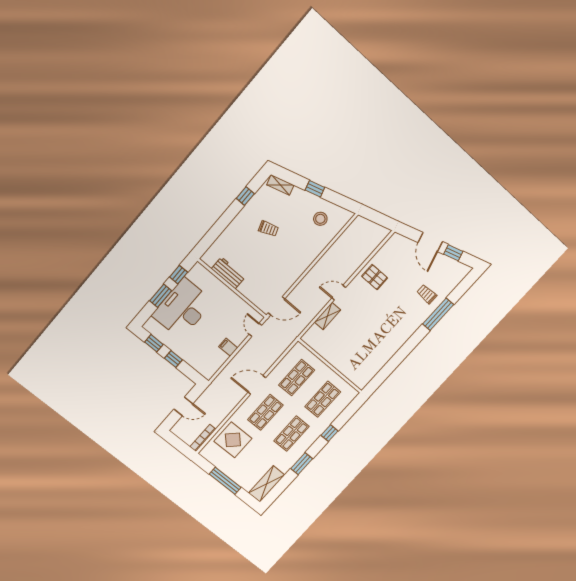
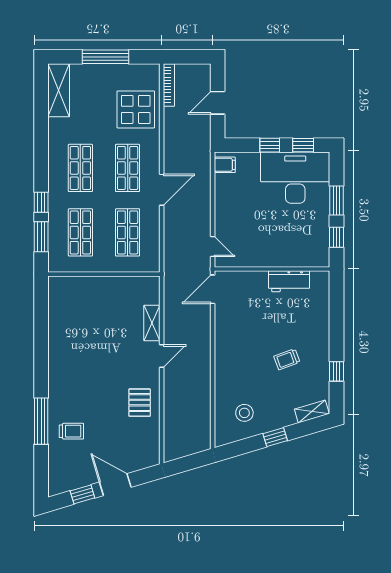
pallet: (375, 277) -> (140, 403), turned 90
desk: (183, 309) -> (295, 178), moved, turned -90
filing cabinet: (228, 347) -> (225, 165), moved
window: (302, 464) -> (41, 237), moved

